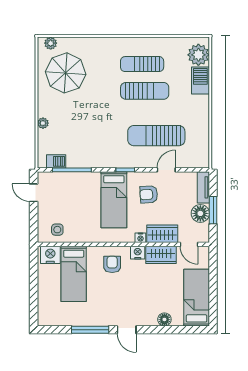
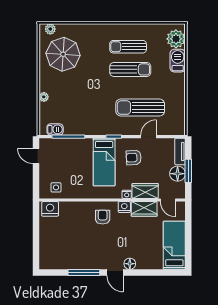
bed: (74, 274) -> (70, 225), removed
floor lamp: (164, 319) -> (130, 264), moved

